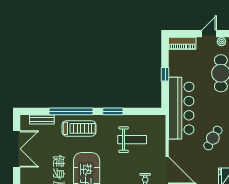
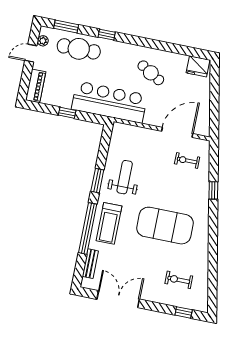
door: (209, 34) -> (31, 53), hinge flipped
treadmill: (79, 128) -> (109, 223), turned 180
weight bench: (132, 140) -> (125, 177), moved

